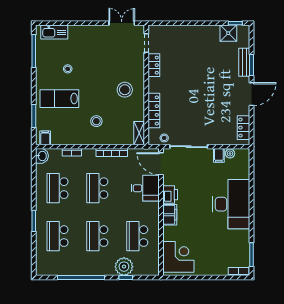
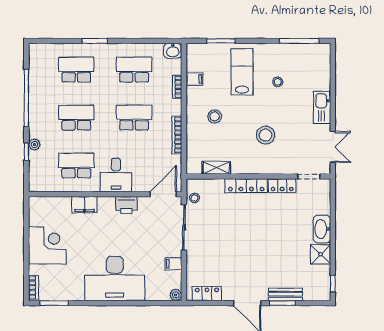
kitchen sink: (54, 32) -> (322, 107), moved
washbasin: (190, 32) -> (322, 229), added
shower: (228, 33) -> (321, 254), moved
stool: (125, 90) -> (266, 135), moved
locker: (154, 110) -> (246, 186), moved
shelving: (139, 133) -> (216, 168), moved
filing cabinet: (45, 138) -> (195, 79), moved
plant: (230, 153) -> (176, 295), moved
desk: (145, 188) -> (116, 175), moved
filing cabinet: (170, 215) -> (85, 205), moved
corner desk: (178, 257) -> (47, 245), moved, turned -90
plant: (124, 267) -> (34, 144), width x0.53, depth x0.53

